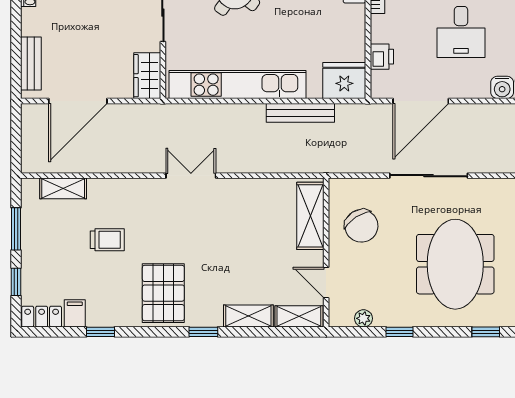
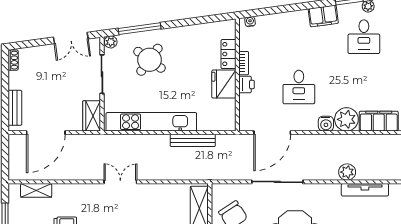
printer: (382, 57) -> (247, 85), moved
fridge: (344, 81) -> (224, 84), moved, turned -90

